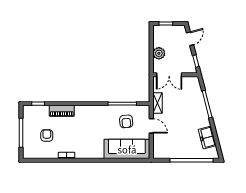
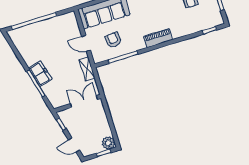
door: (190, 39) -> (74, 145), hinge flipped
plant: (159, 53) -> (108, 143), moved
piano: (62, 111) -> (158, 38), moved
freezer: (207, 138) -> (40, 74), moved

